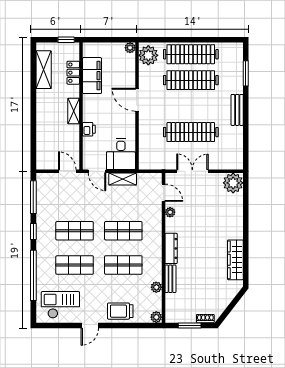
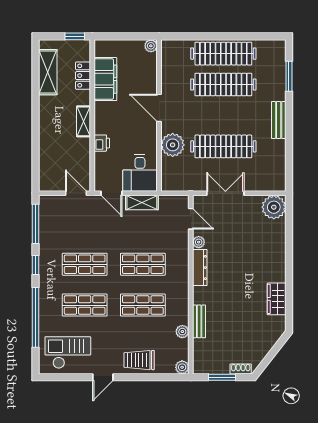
plant: (148, 55) -> (173, 145), moved
dresser: (171, 248) -> (200, 268), moved
wardrobe: (235, 260) -> (277, 299), width x0.67

